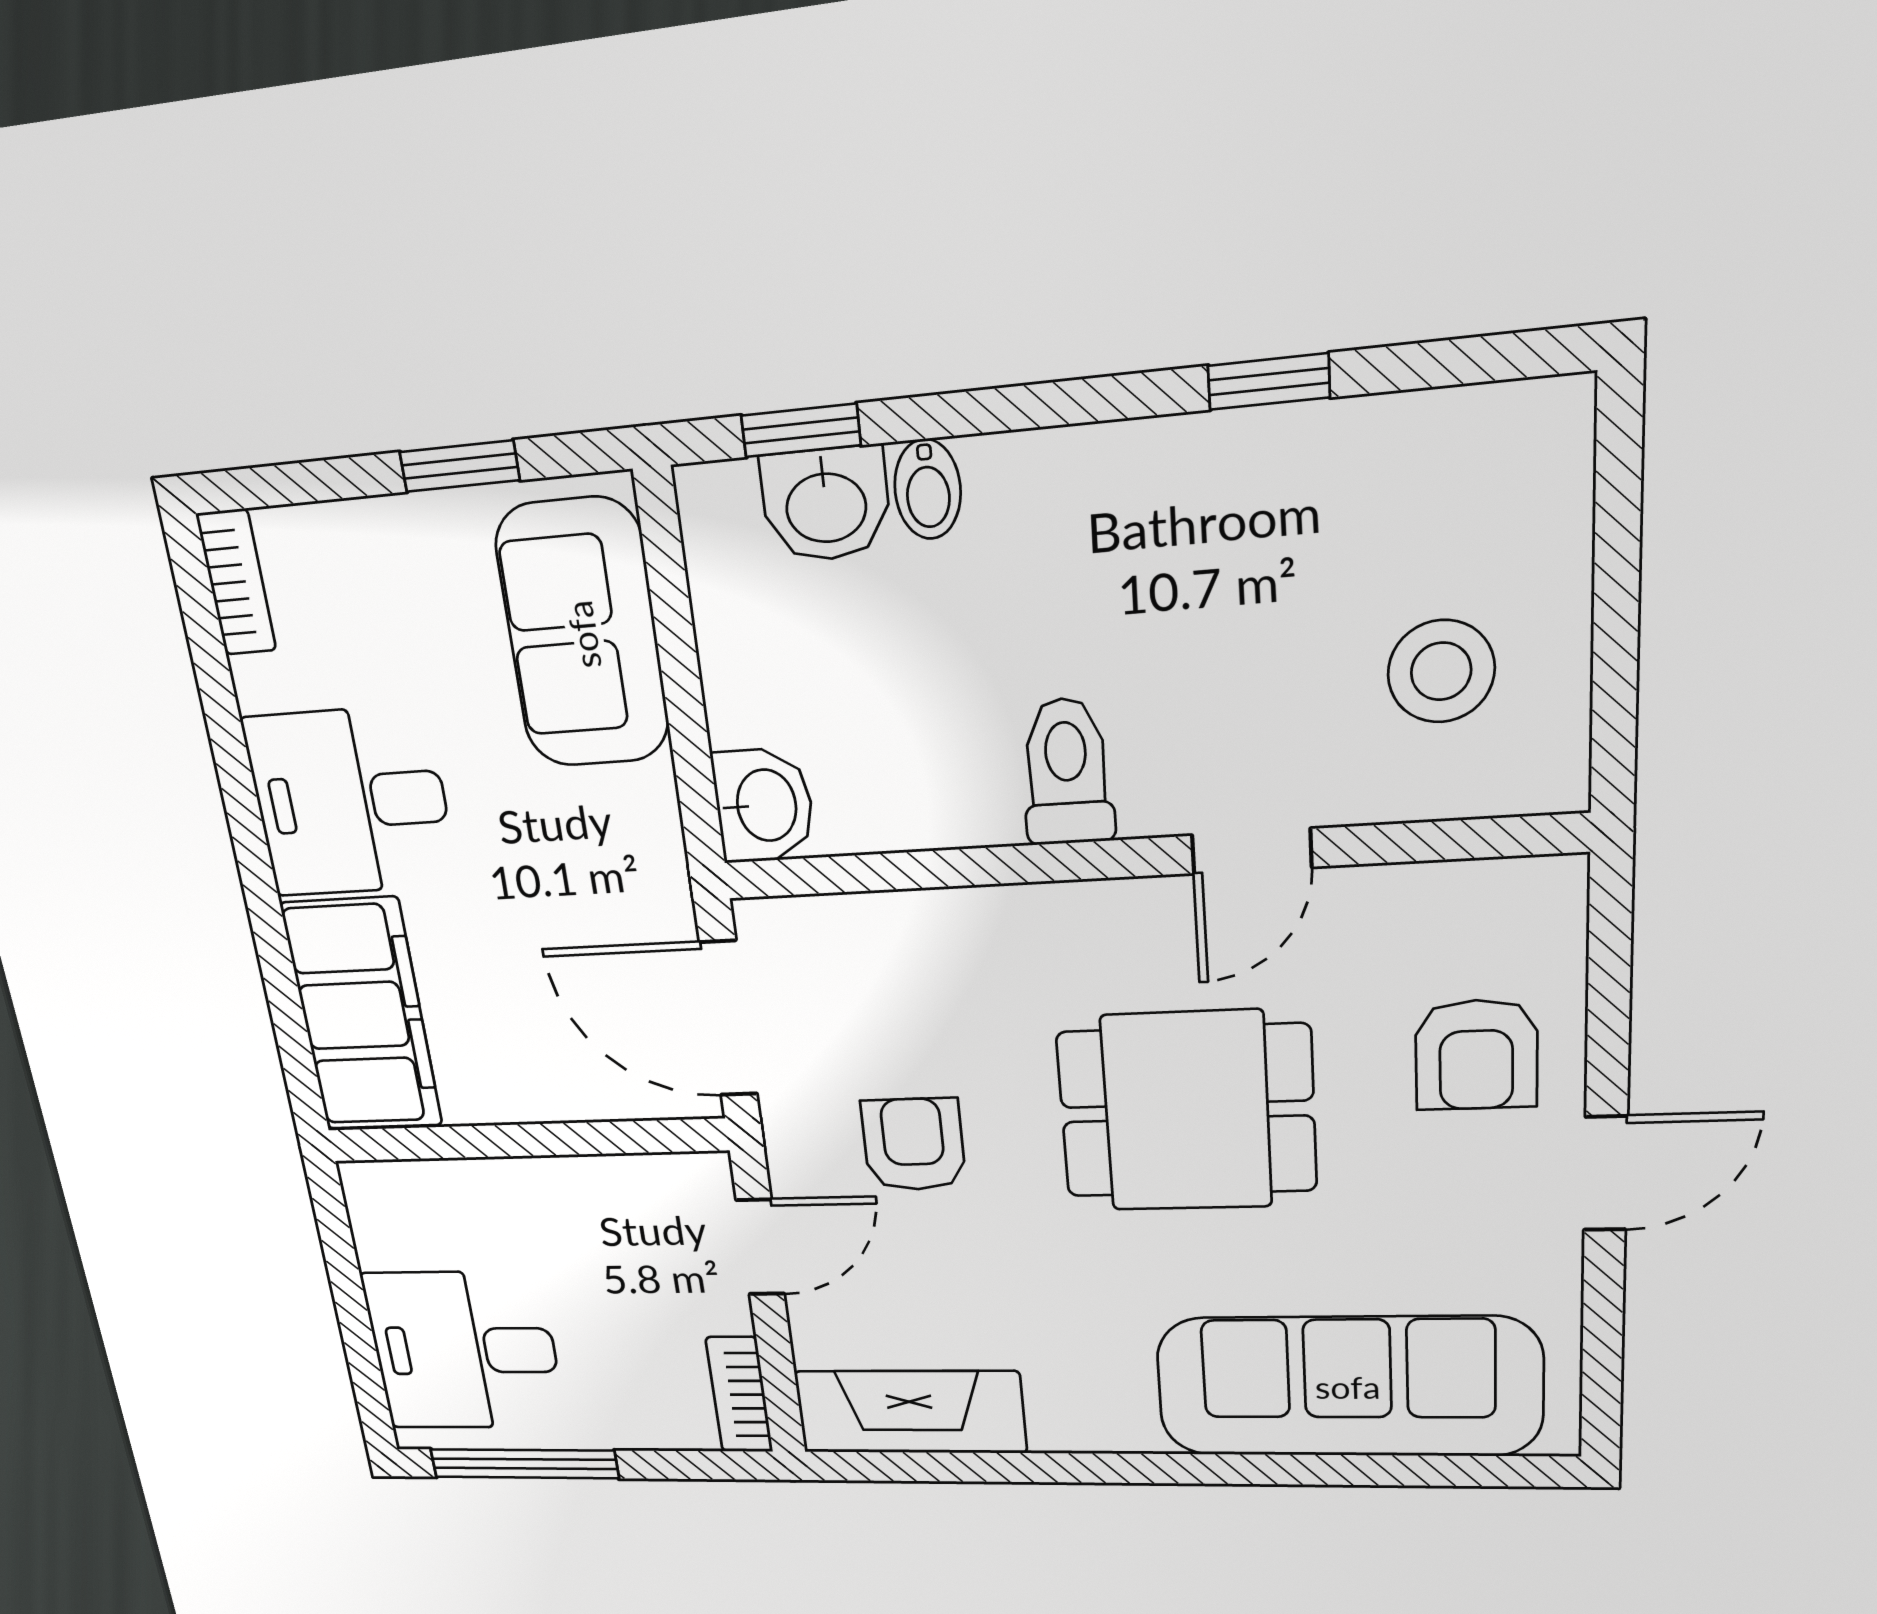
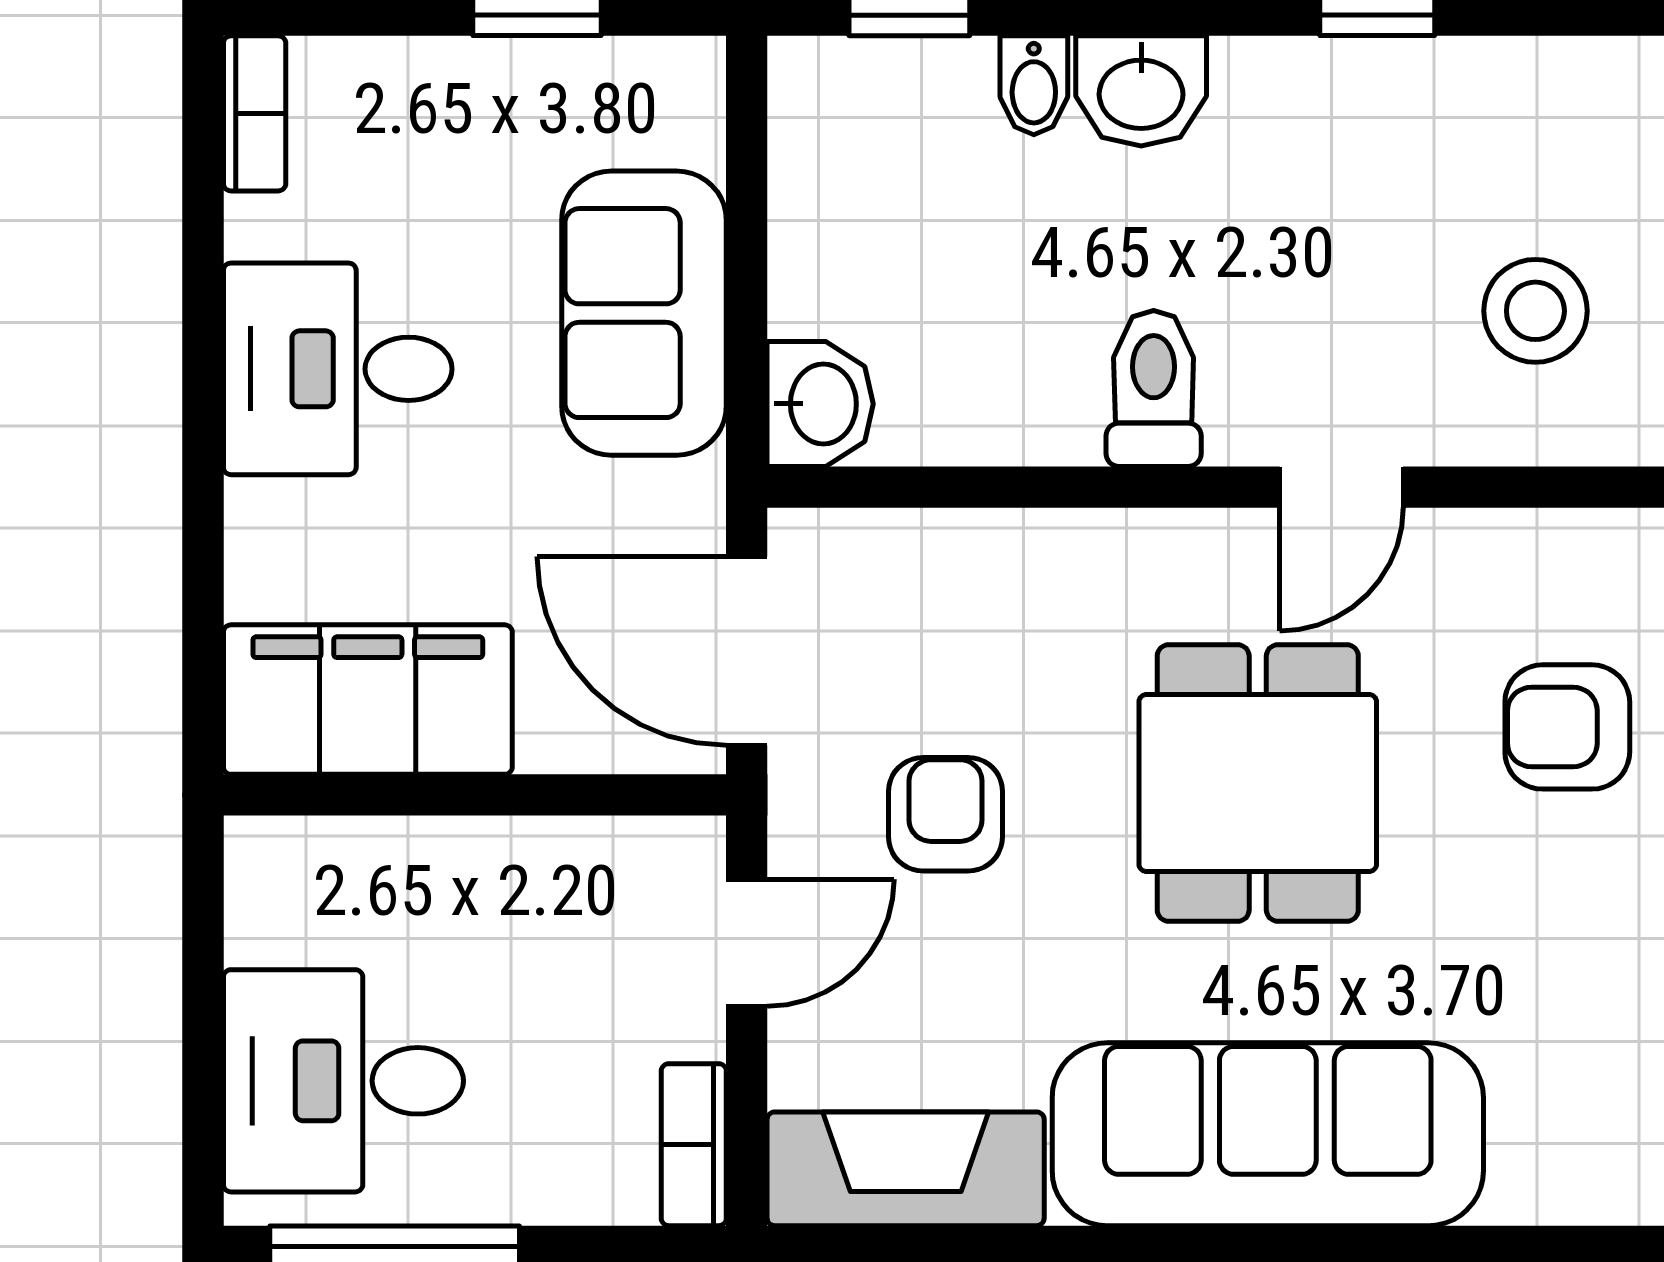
washbasin: (826, 505) -> (1141, 91), moved
sofa: (583, 634) -> (644, 313), moved
filing cabinet: (362, 1015) -> (368, 700), moved, turned -90
armchair: (1476, 1055) -> (1567, 727), turned 90
dining table: (1186, 1111) -> (1258, 783), turned 90
sofa: (1348, 1387) -> (1268, 1134), moved

